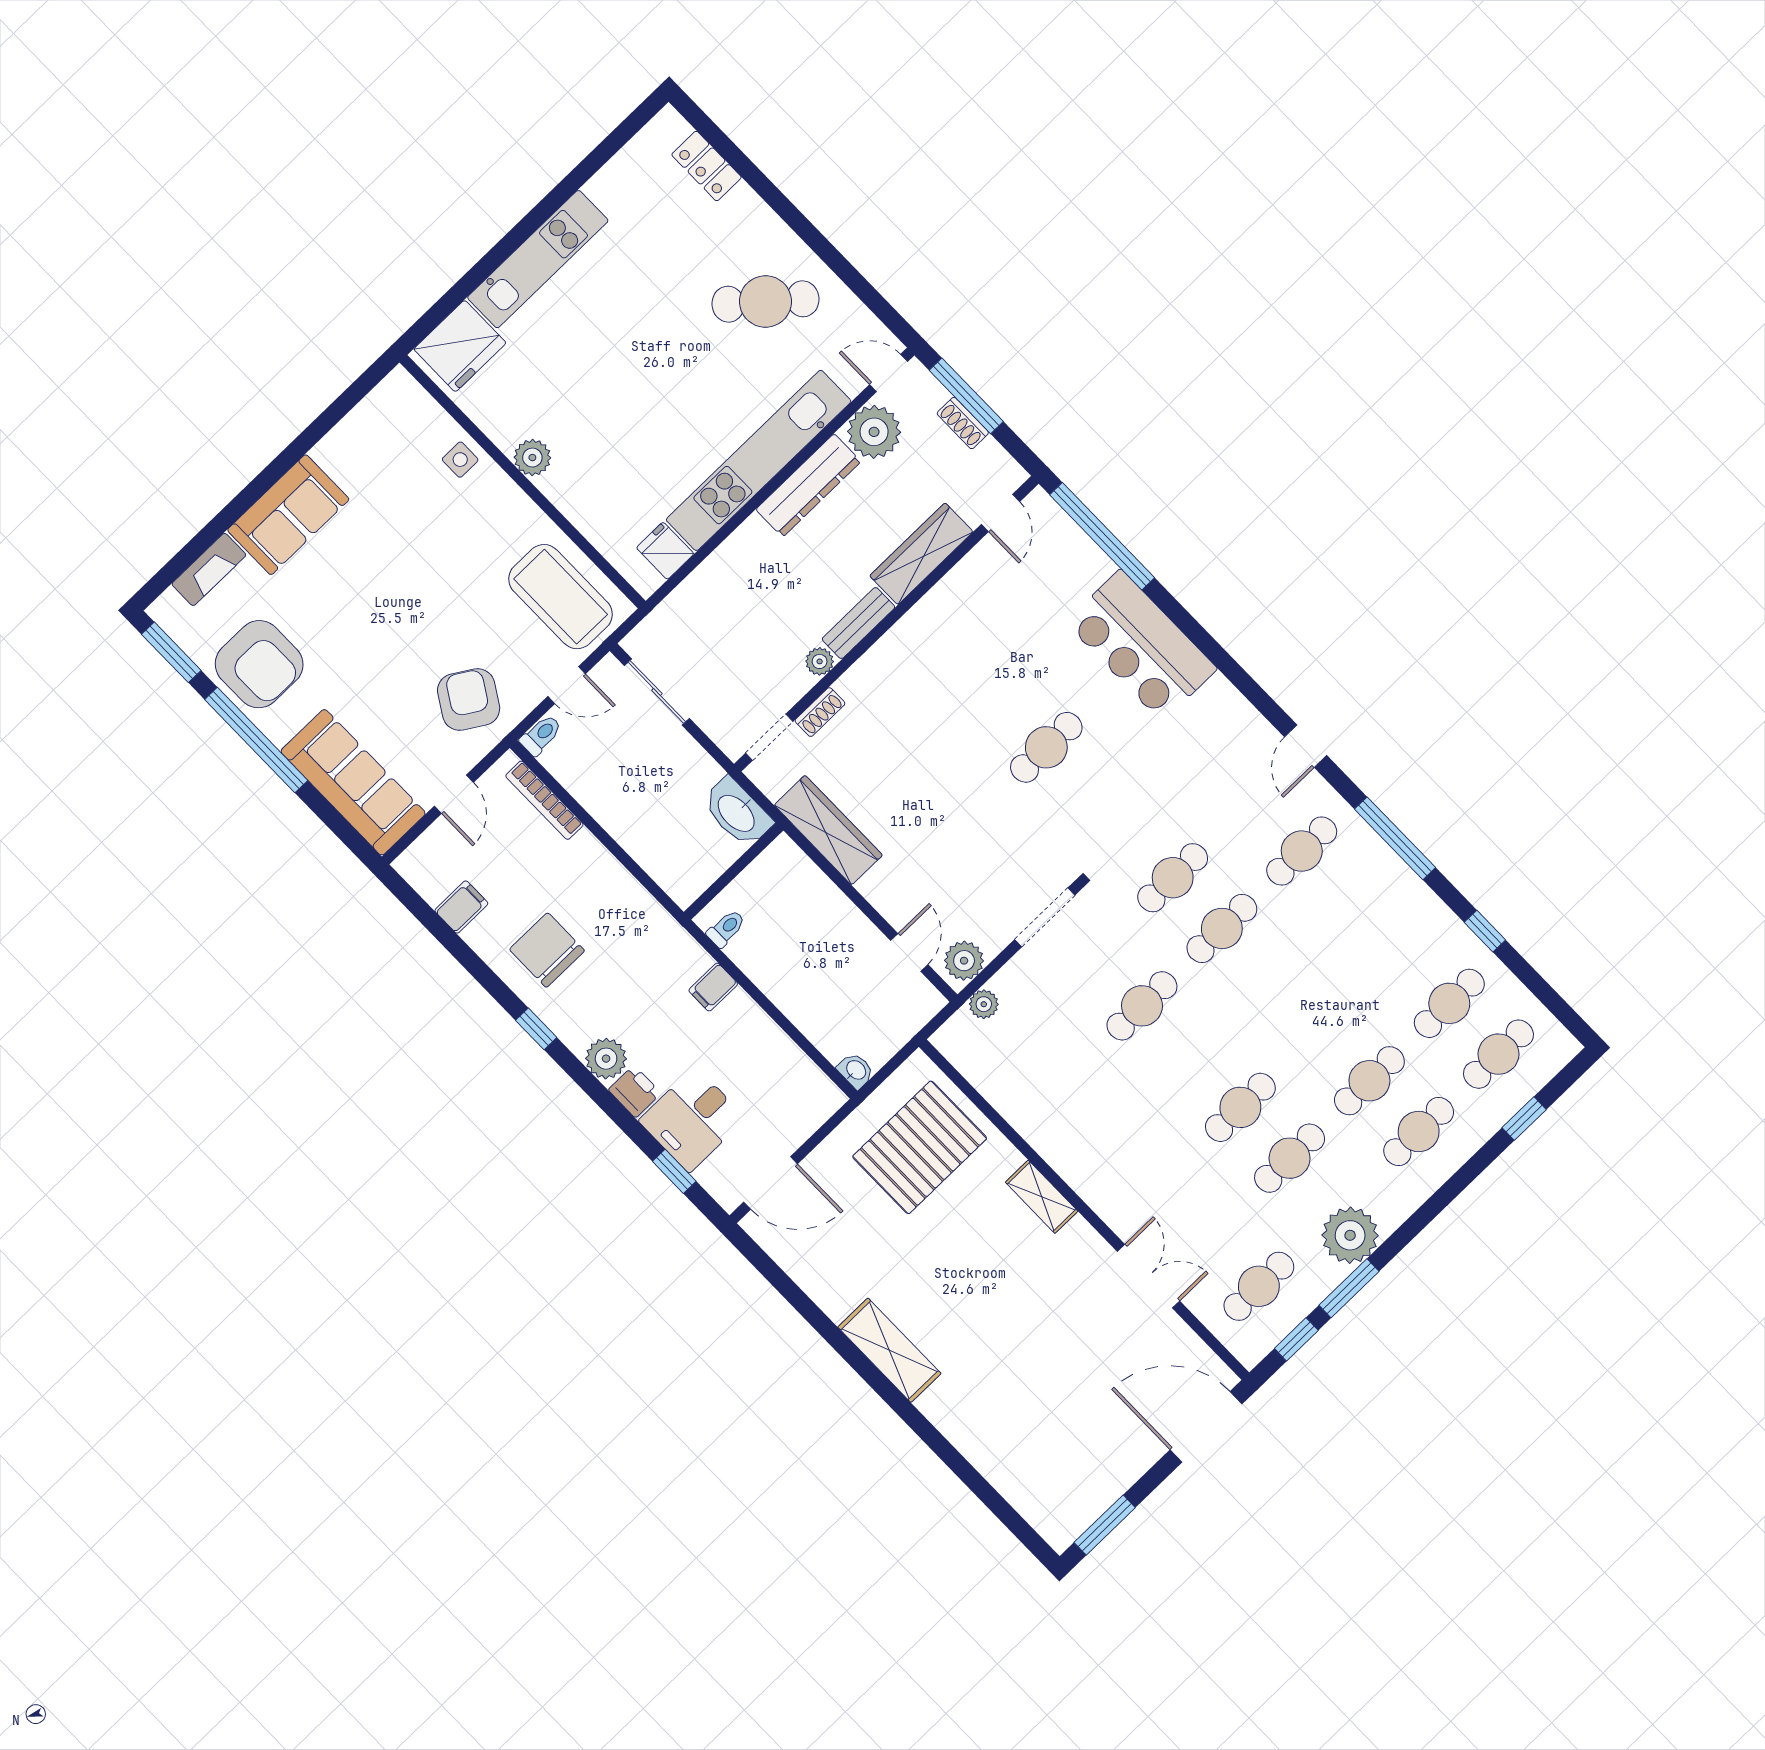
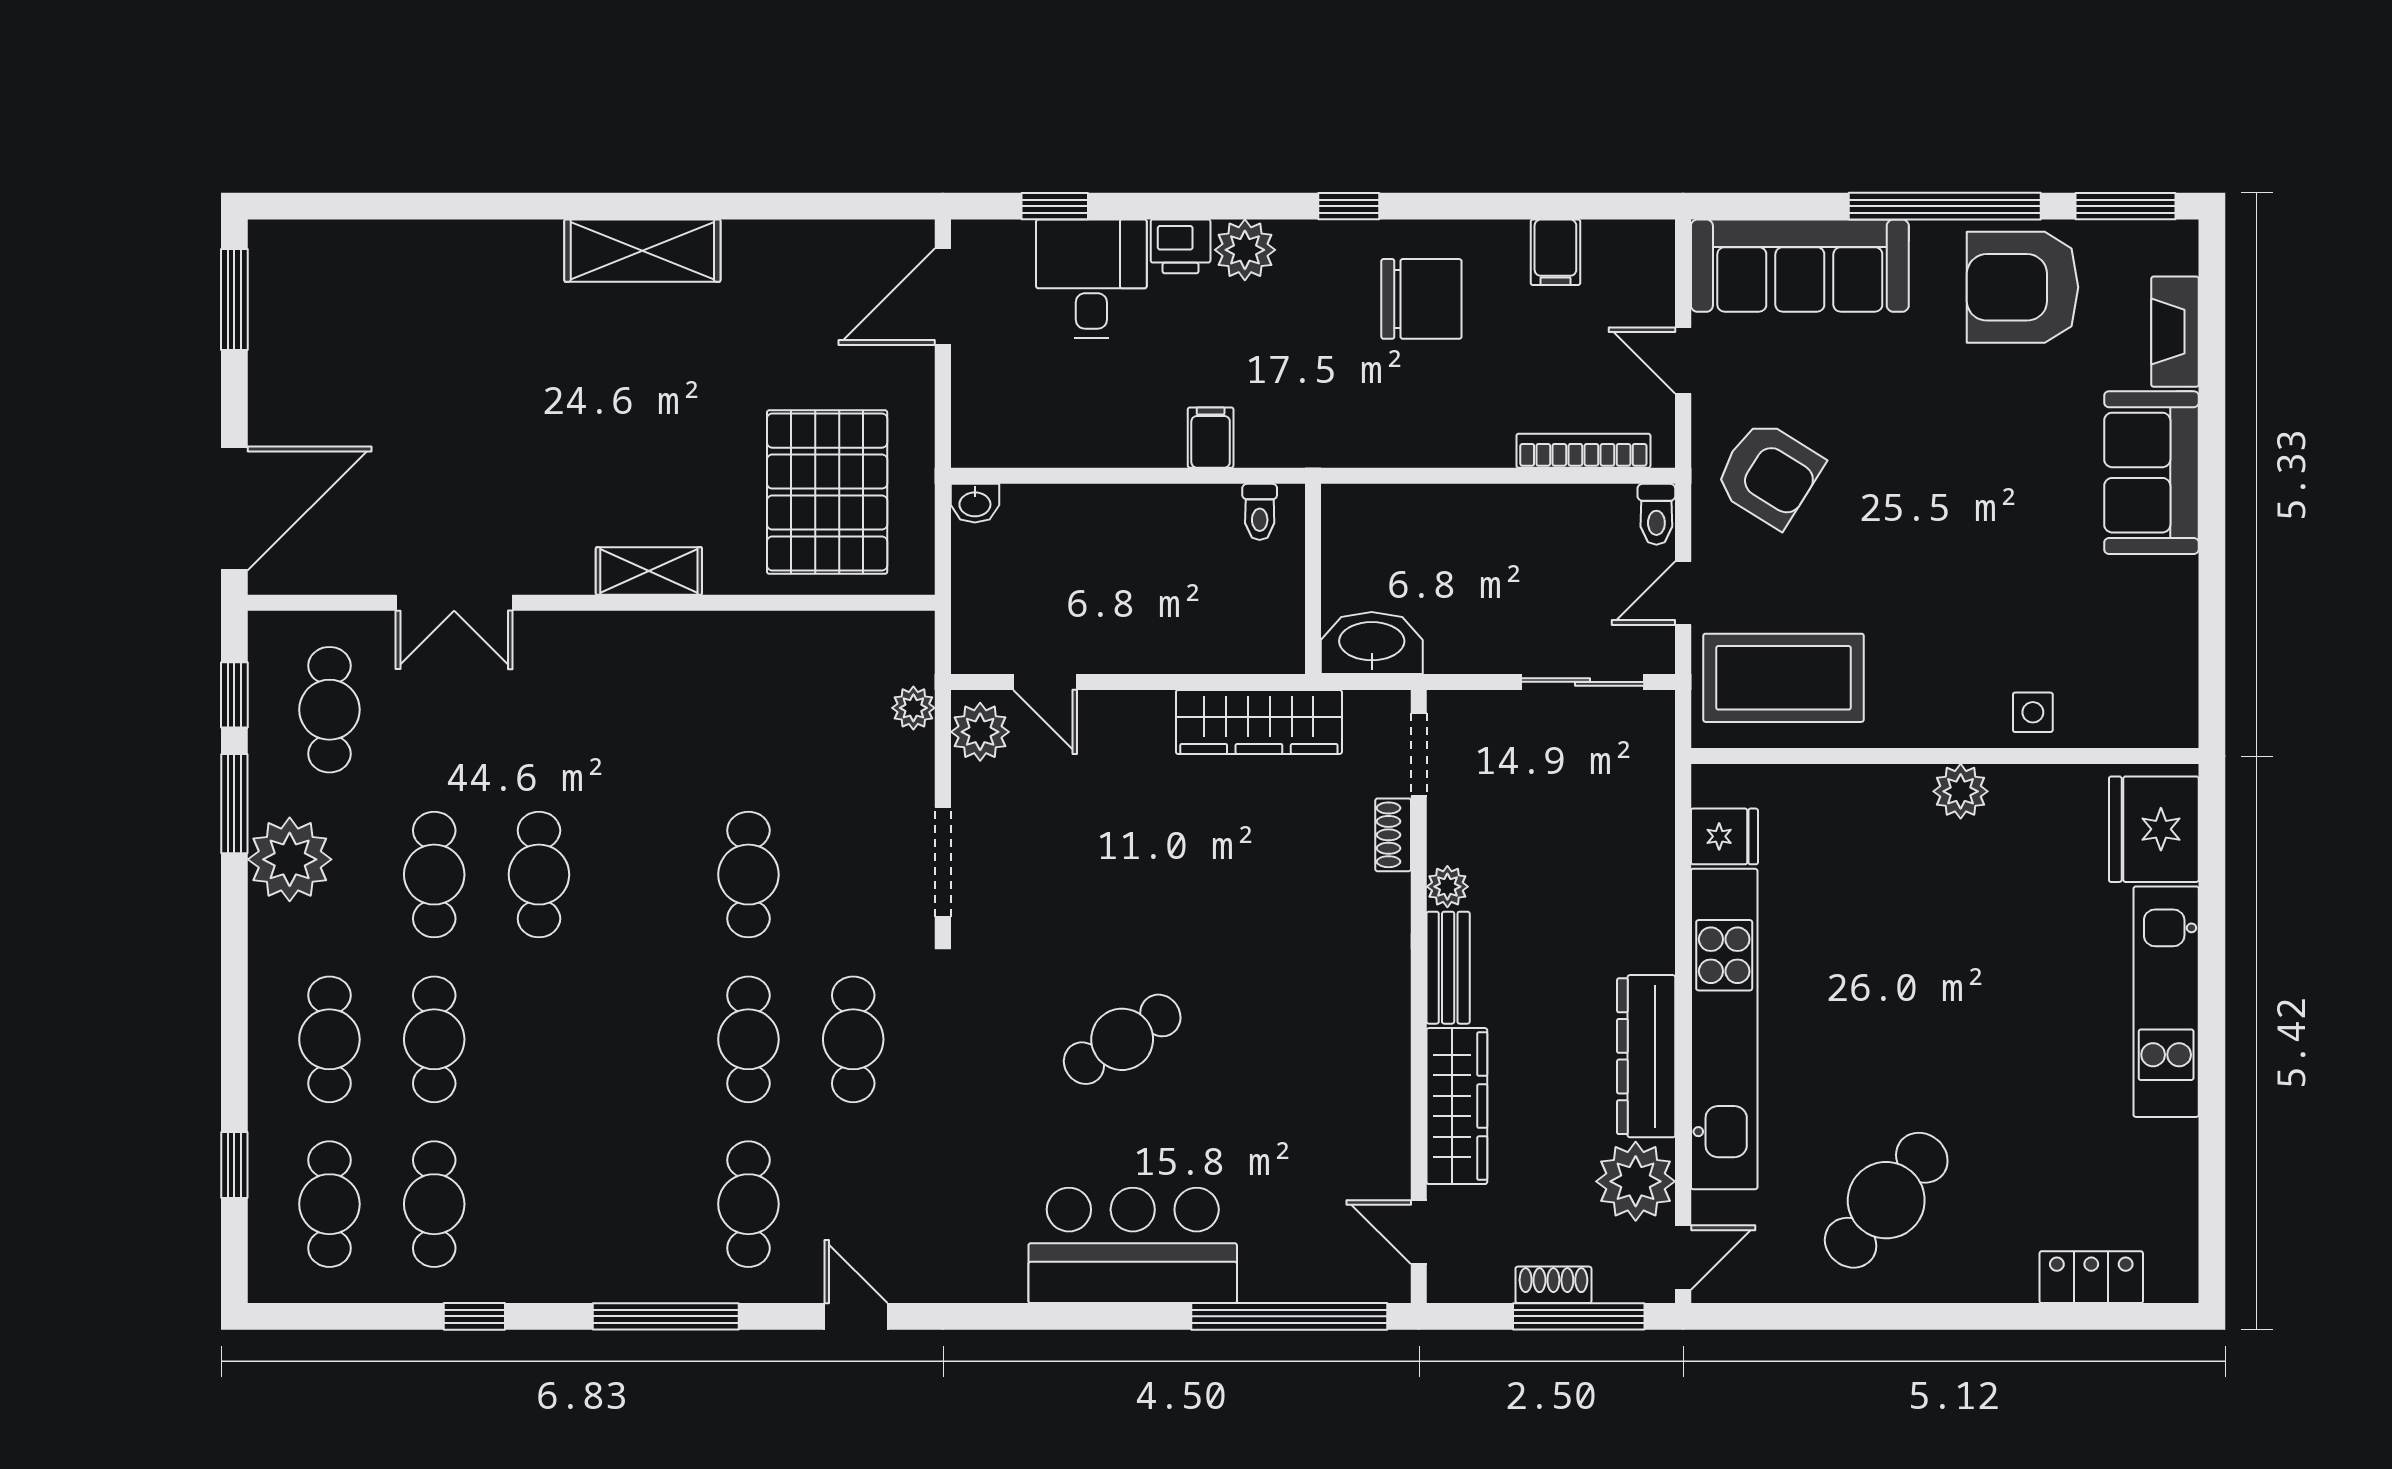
cafe table: (1046, 747) -> (1122, 1039), turned 58

